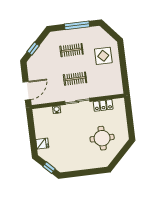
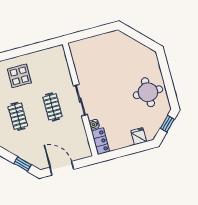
door: (27, 91) -> (62, 168), moved
locker: (103, 105) -> (100, 141), moved
round table: (102, 138) -> (148, 92), moved

